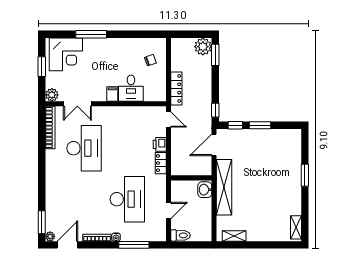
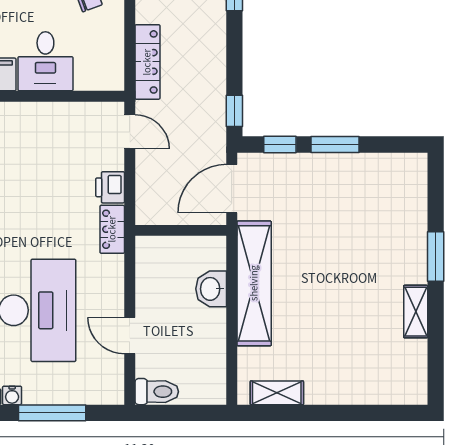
wall: (191, 178) -> (181, 230), moved
door: (169, 210) -> (130, 336), swing flipped
shelving: (296, 227) -> (416, 312), moved

